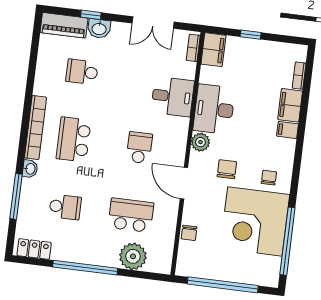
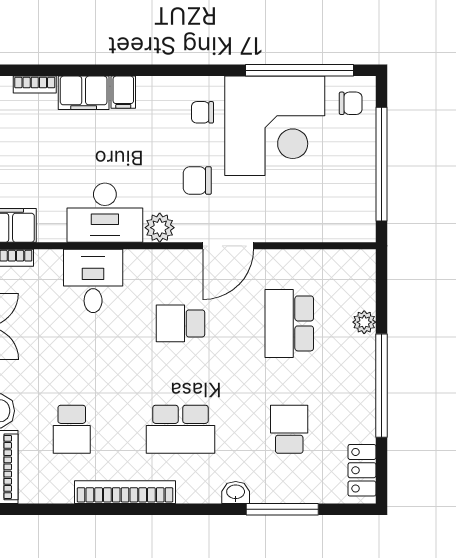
bookcase: (35, 128) -> (125, 492), moved
chair: (189, 233) -> (351, 103), moved
plant: (133, 256) -> (364, 322), width x0.53, depth x0.53

